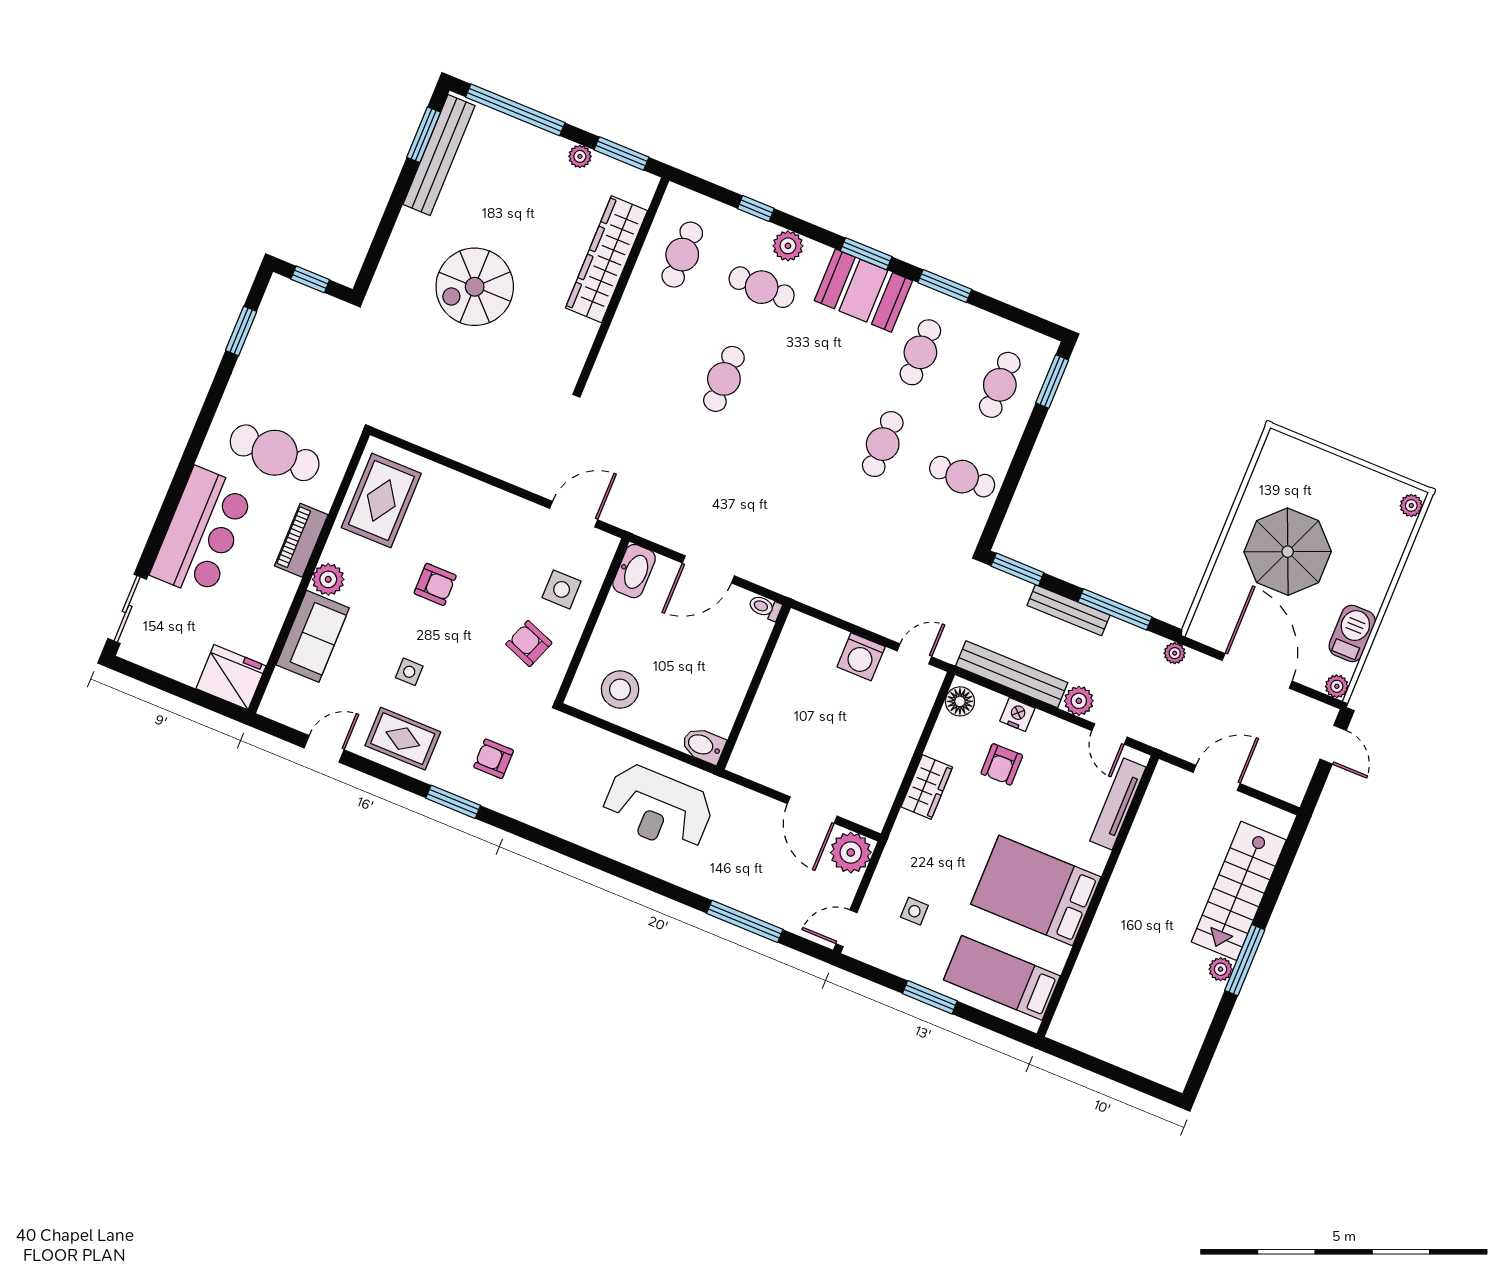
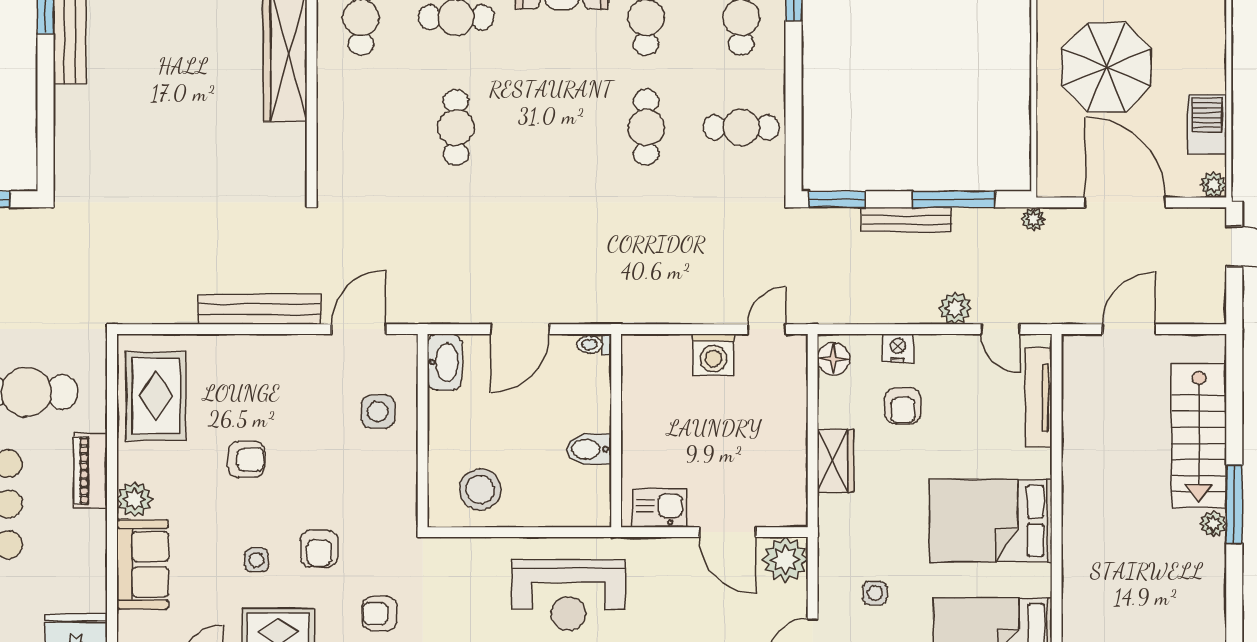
spiral stairs: (475, 287) -> (162, 138), removed
armchair: (529, 644) -> (319, 549), moved, turned -111
bench: (1012, 674) -> (259, 309), moved
bidet: (703, 745) -> (589, 449), moved
kitchen sink: (764, 766) -> (660, 508), added

